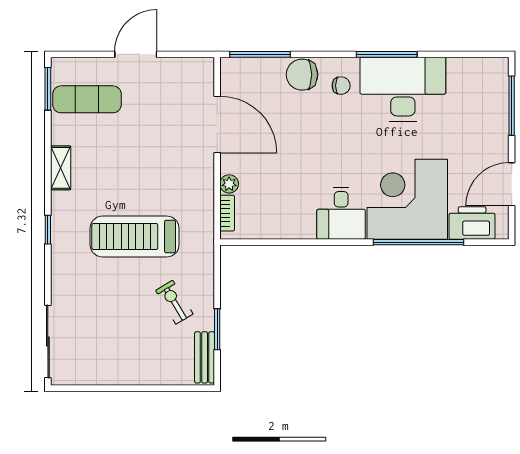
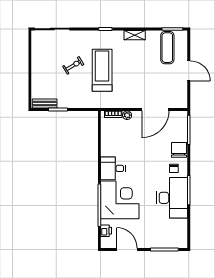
printer: (472, 223) -> (106, 231), width x0.53, depth x0.68
exercise bike: (174, 302) -> (73, 65), moved

